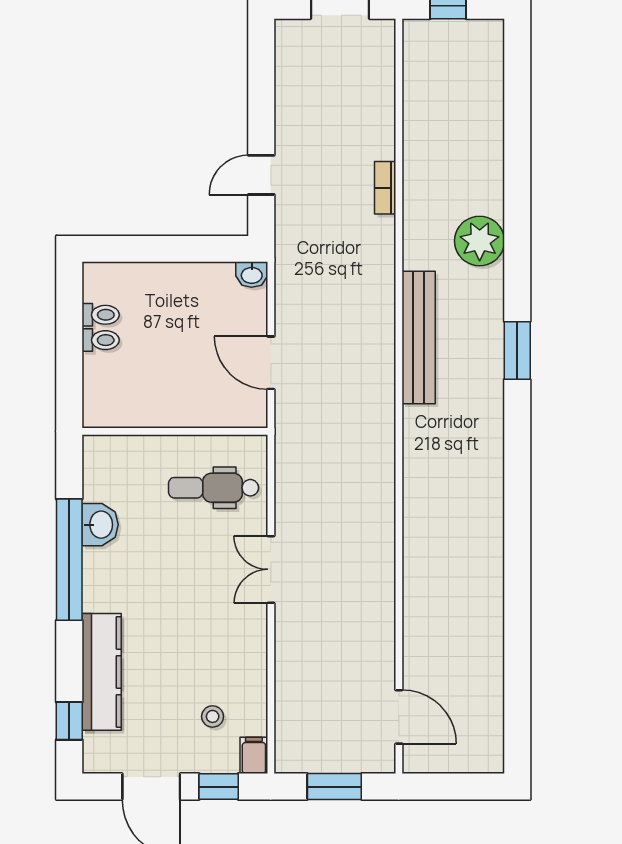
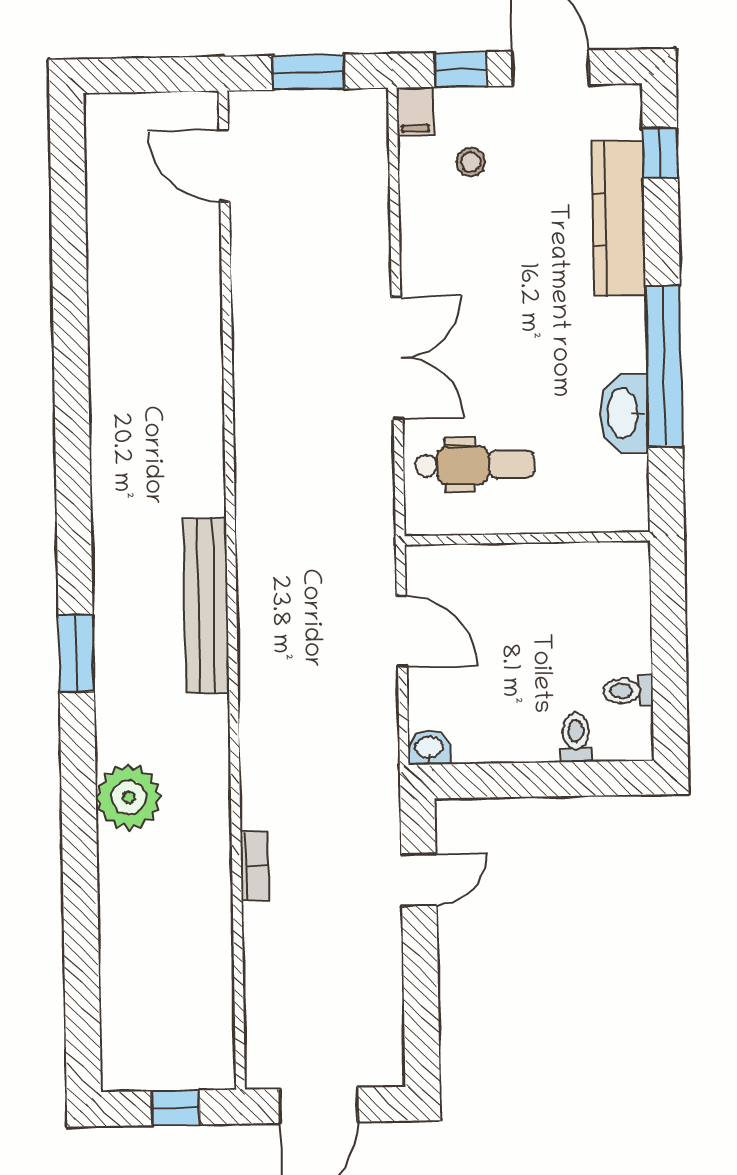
bench: (419, 338) -> (206, 606), moved
toilet: (101, 340) -> (576, 738), moved, turned 90
washbasin: (100, 525) -> (624, 413), width x1.38
double door: (271, 569) -> (397, 358), width x1.37

